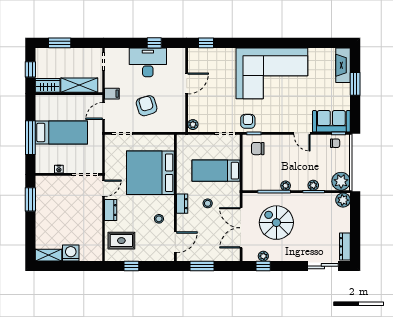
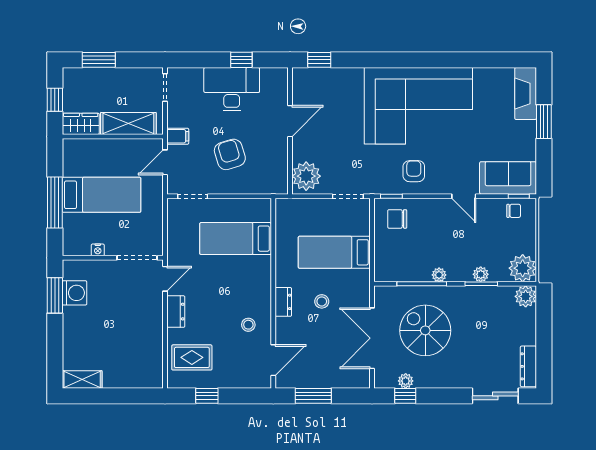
armchair: (248, 121) -> (414, 171), moved
plant: (193, 125) -> (306, 176), width x1.87, depth x1.87
bed: (150, 173) -> (236, 239), width x0.49
washing machine: (71, 253) -> (75, 293), moved, turned 90

